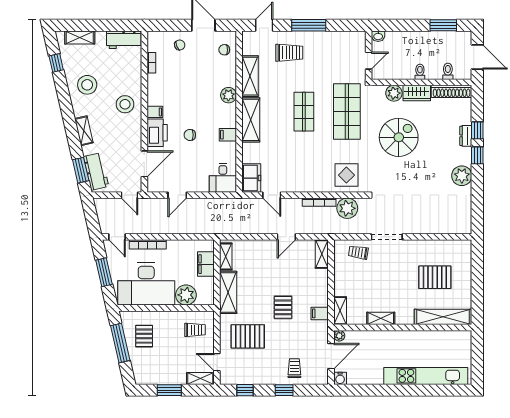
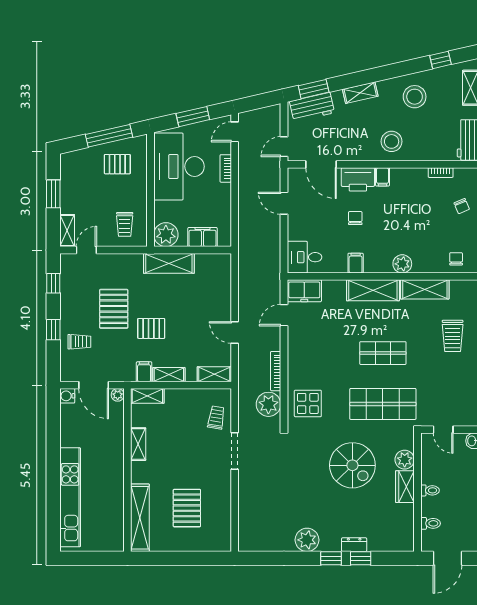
shoe rack: (452, 91) -> (407, 528), removed
bookcase: (148, 244) -> (226, 168), width x0.64
shelving: (226, 256) -> (169, 375), moved
plant: (186, 295) -> (166, 235), moved
pallet: (248, 336) -> (114, 309), moved

